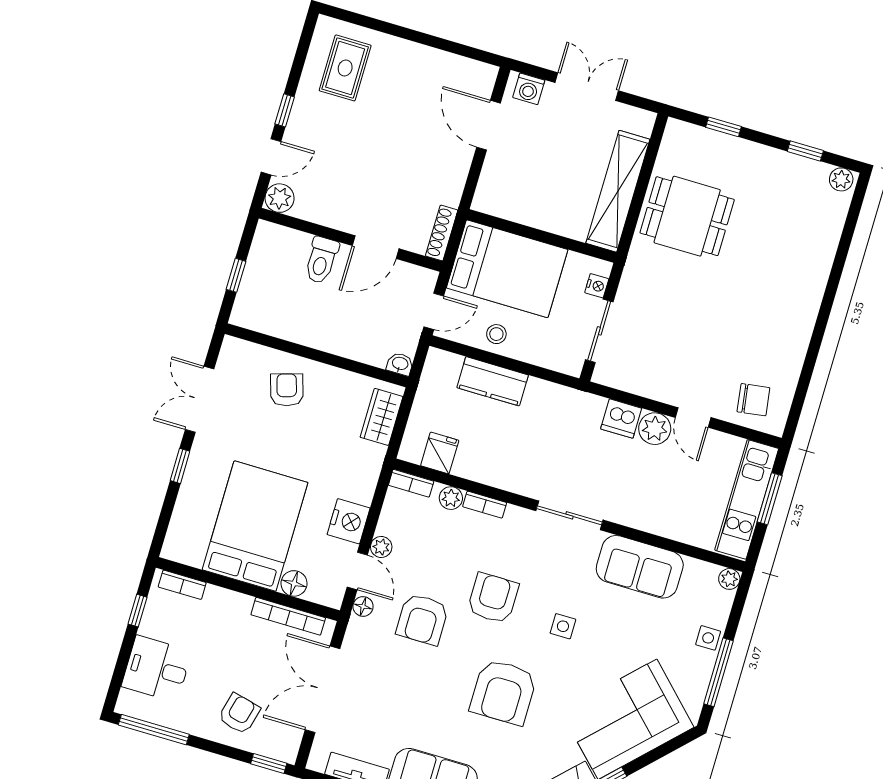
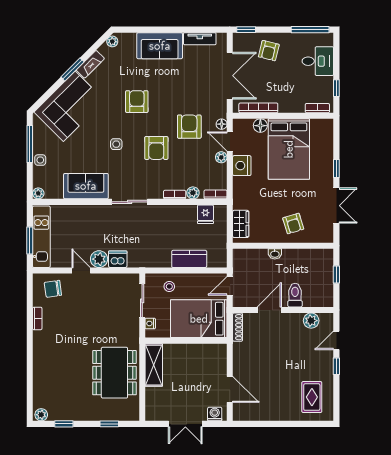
shelving: (618, 191) -> (154, 365), width x0.68
plant: (280, 198) -> (311, 321), moved
dining table: (687, 216) -> (114, 373), width x1.38
stool: (496, 334) -> (169, 286), moved
bookcase: (797, 355) -> (37, 318), added
washbasin: (400, 364) -> (275, 254), moved
armchair: (503, 692) -> (137, 102), width x0.73, depth x0.73

